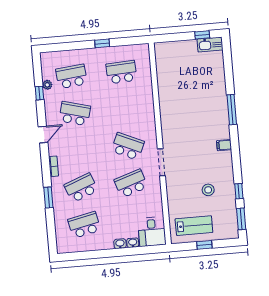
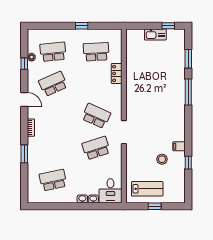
kitchen sink: (210, 44) -> (155, 34), moved
locker: (147, 95) -> (117, 74), added
school desk: (75, 114) -> (53, 84), turned -39
door: (43, 135) -> (24, 100), hinge flipped
filing cabinet: (224, 145) -> (179, 146), moved
school desk: (81, 188) -> (53, 148), removed
window: (241, 219) -> (188, 59), moved

